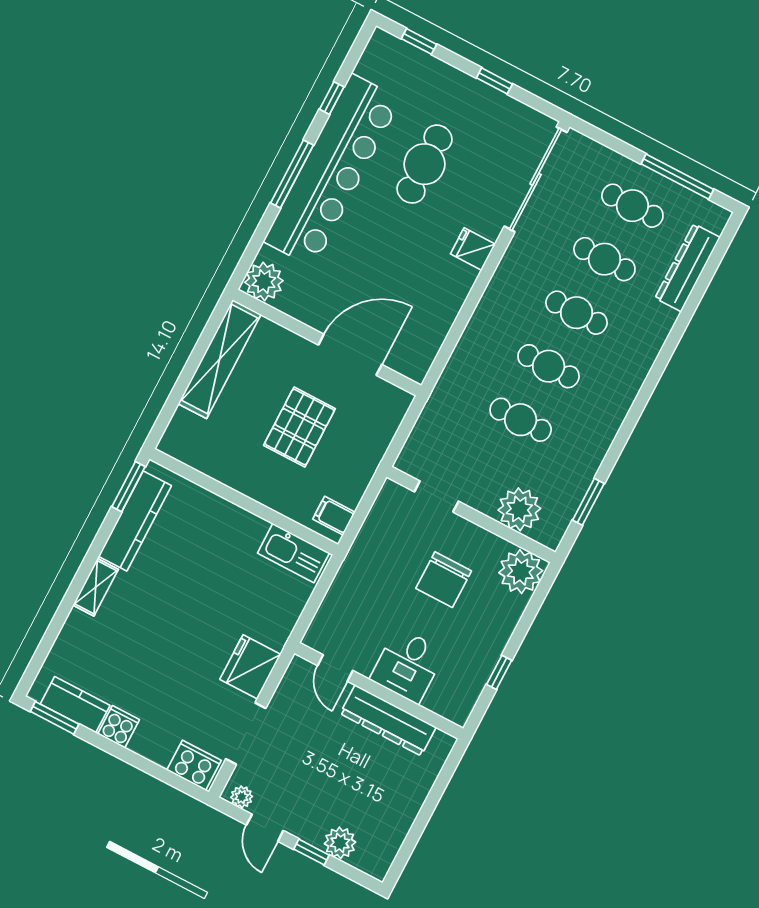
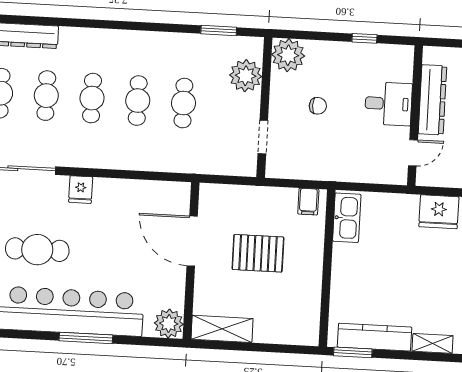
window: (332, 98) -> (21, 334), removed
shelving: (220, 359) -> (222, 329), width x0.68
chair: (444, 580) -> (318, 106), width x0.54, depth x0.54

